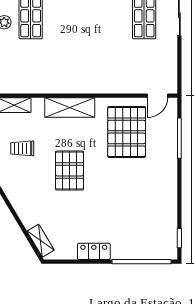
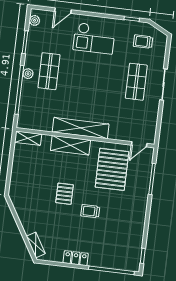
shelving: (80, 84) -> (81, 128), added
trolley: (22, 148) -> (90, 211), moved
pallet: (69, 171) -> (64, 194), width x0.67, depth x0.71

